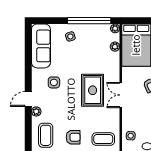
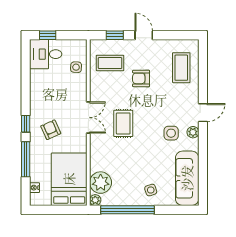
plant: (115, 47) -> (101, 183), width x1.88, depth x1.88
rug: (93, 90) -> (123, 123), width x0.73, depth x0.70
plant: (36, 111) -> (193, 132), moved
armchair: (73, 137) -> (141, 78), moved

